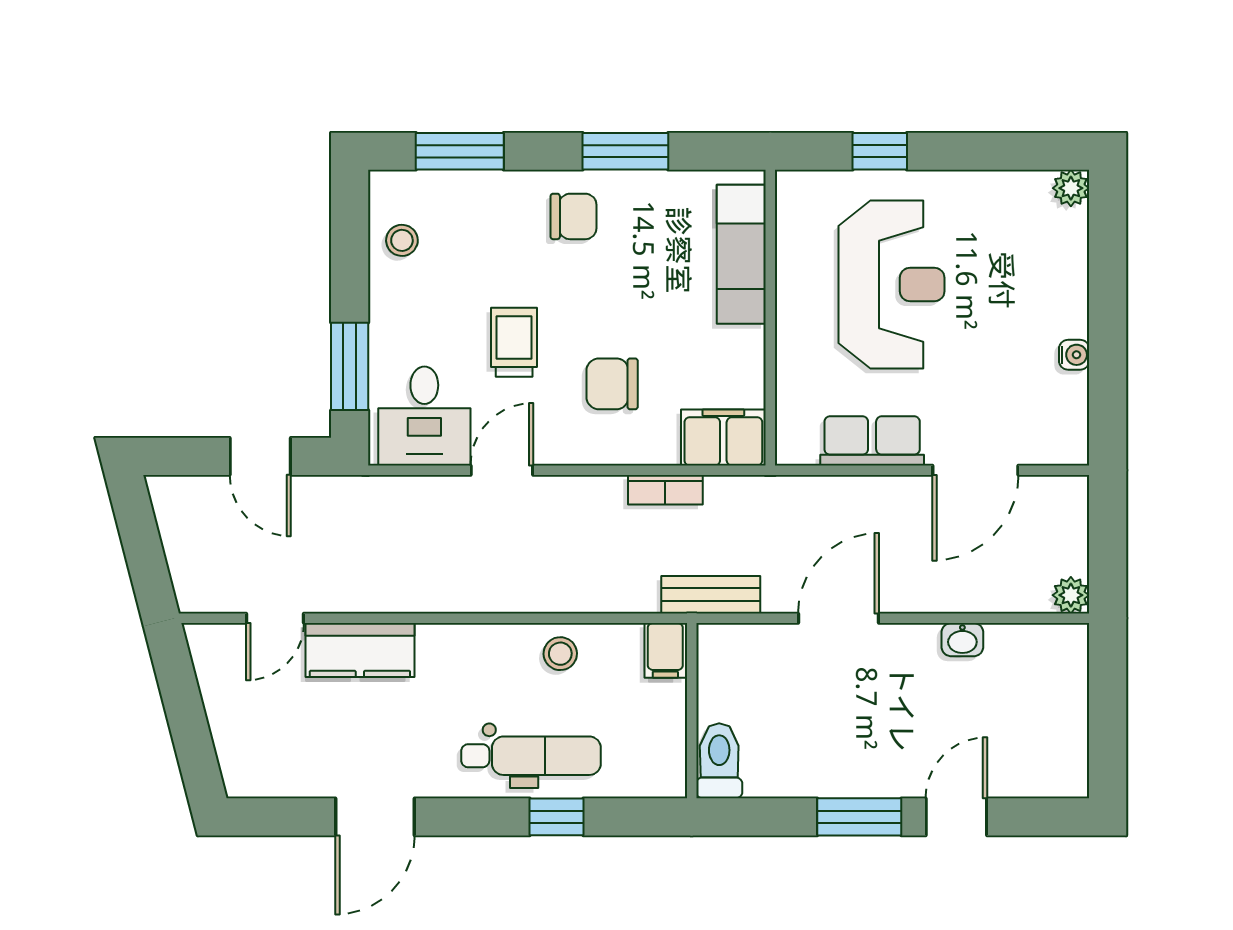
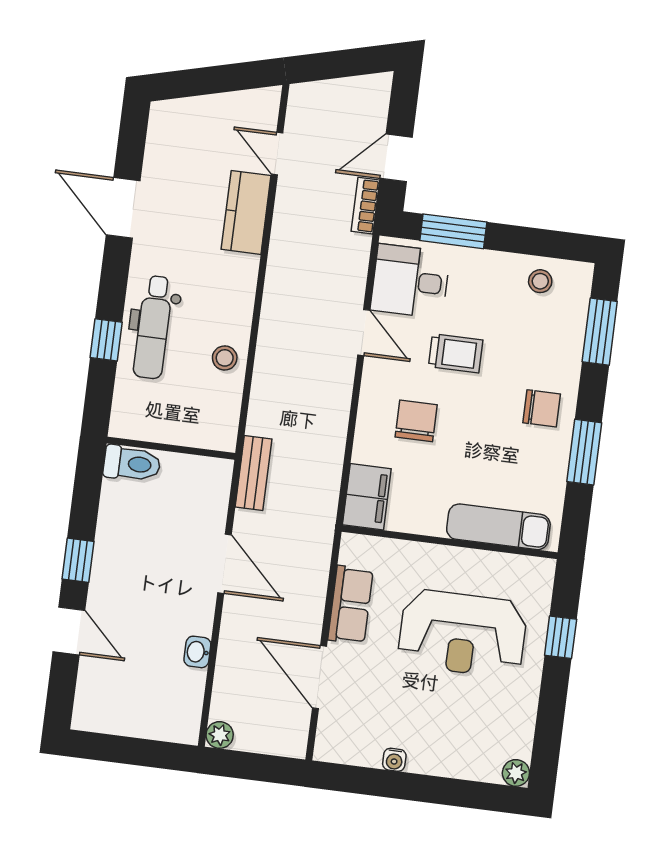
chair: (574, 216) -> (542, 408), turned -90
bookcase: (665, 490) -> (365, 206), moved
filing cabinet: (665, 650) -> (217, 435), removed
window: (859, 817) -> (78, 560), width x0.67

